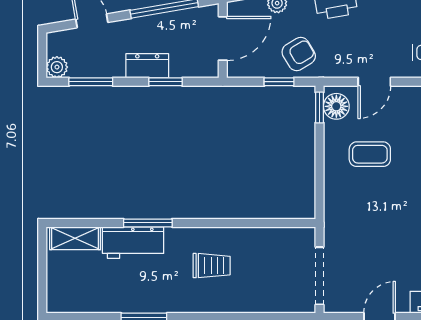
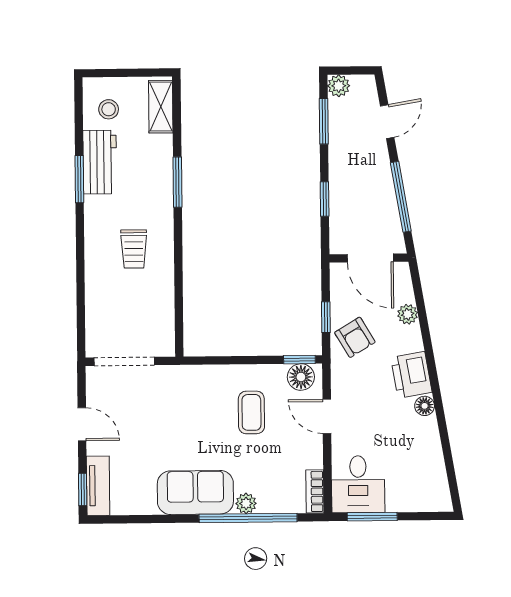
dresser: (147, 66) -> (341, 180), removed
workbench: (133, 243) -> (100, 162), moved, turned 180
stool: (77, 288) -> (109, 109), added

